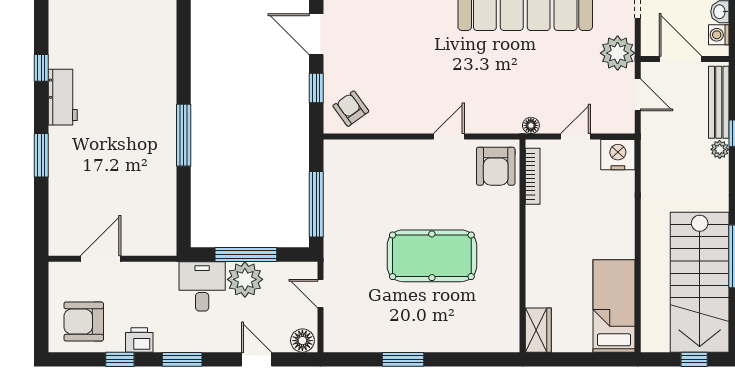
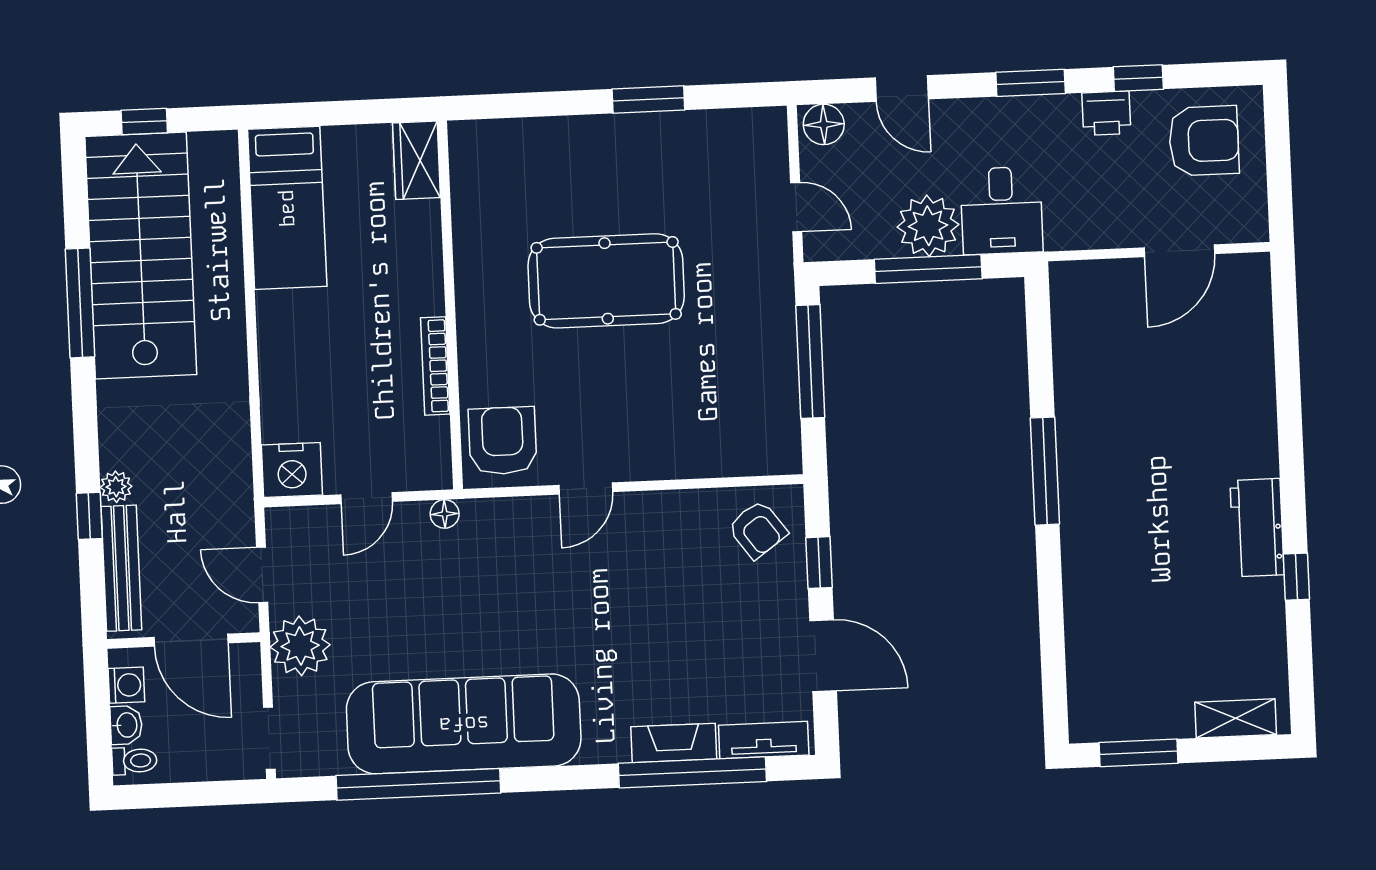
window: (41, 155) -> (1290, 425), removed
bookcase: (533, 176) -> (435, 366), moved

